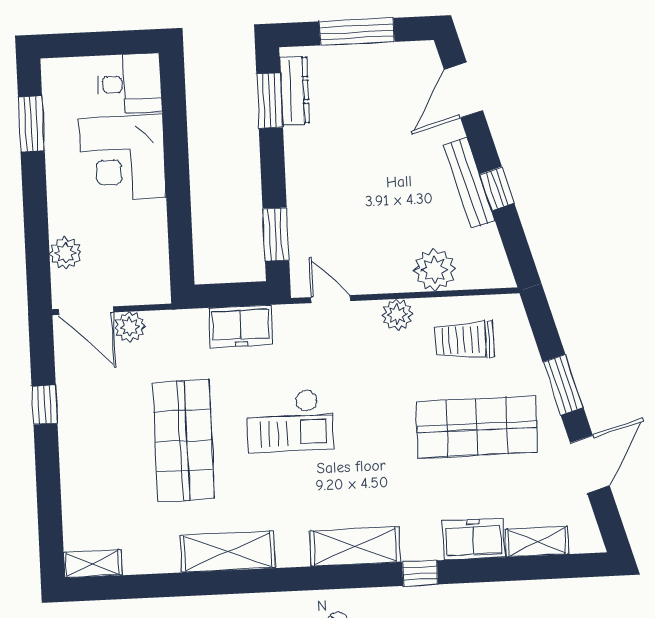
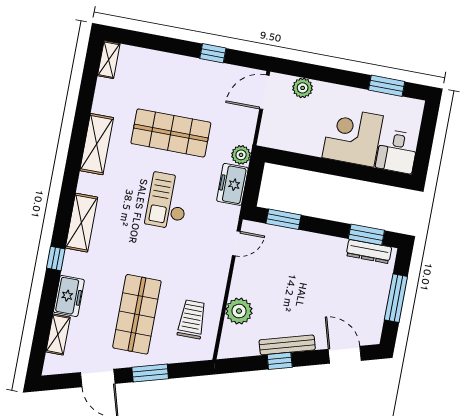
plant: (397, 315) -> (217, 282), removed
plant: (130, 327) -> (241, 155), moved

